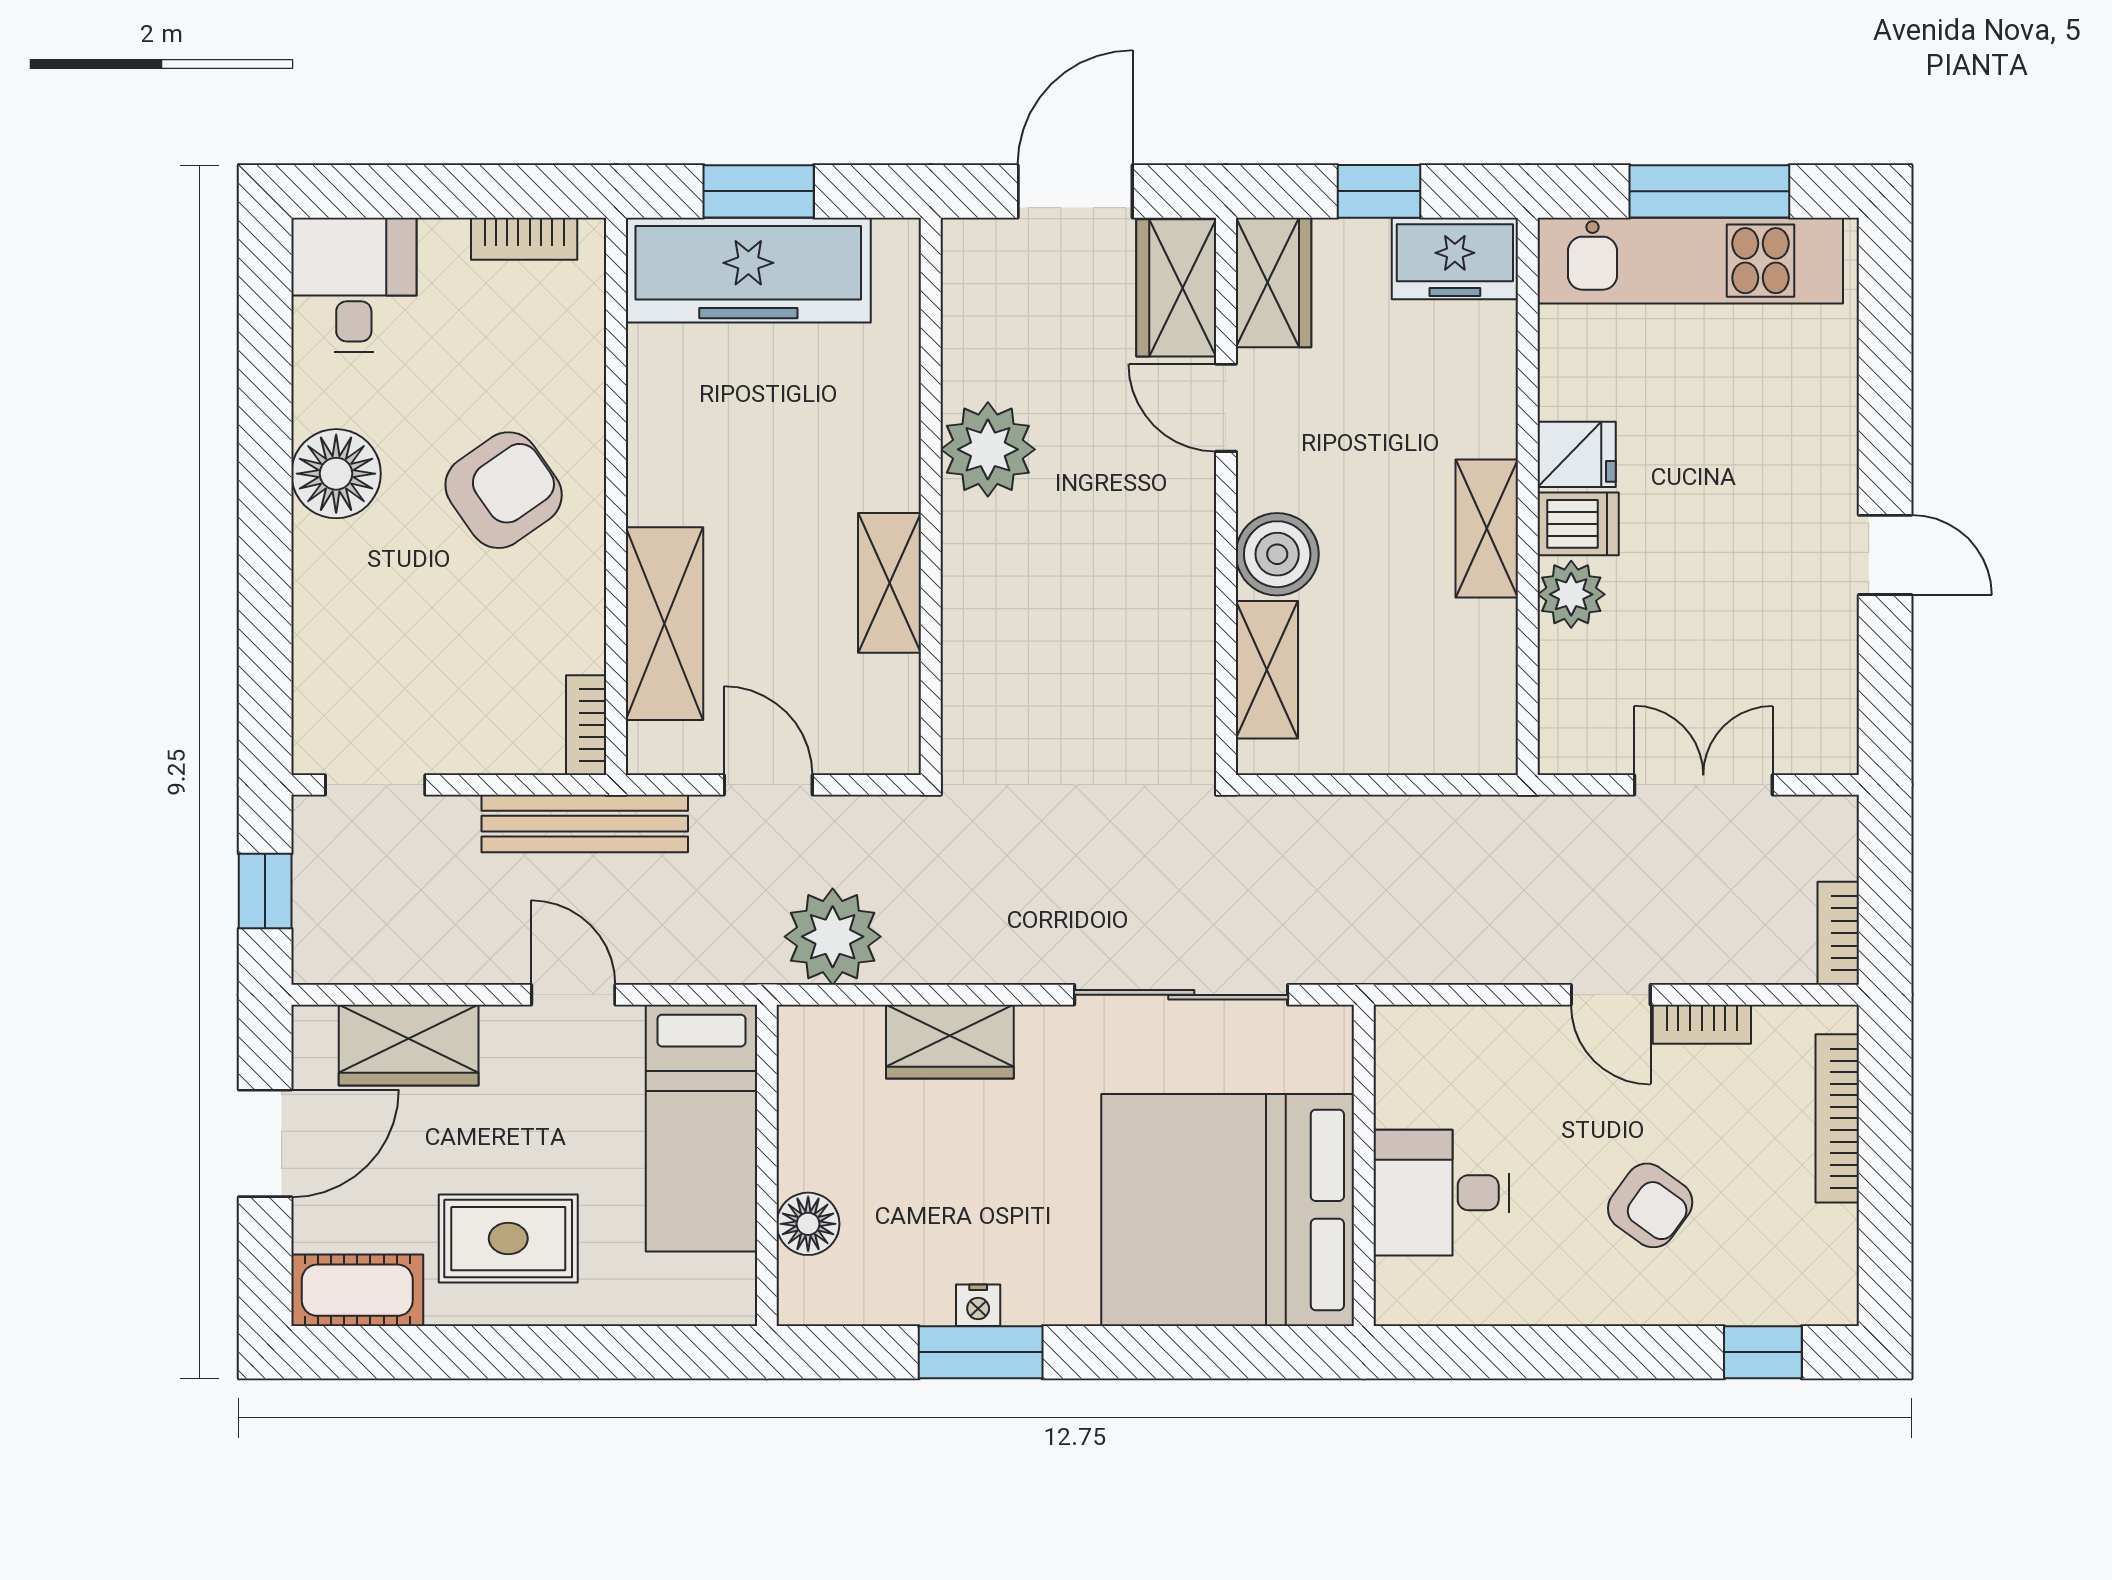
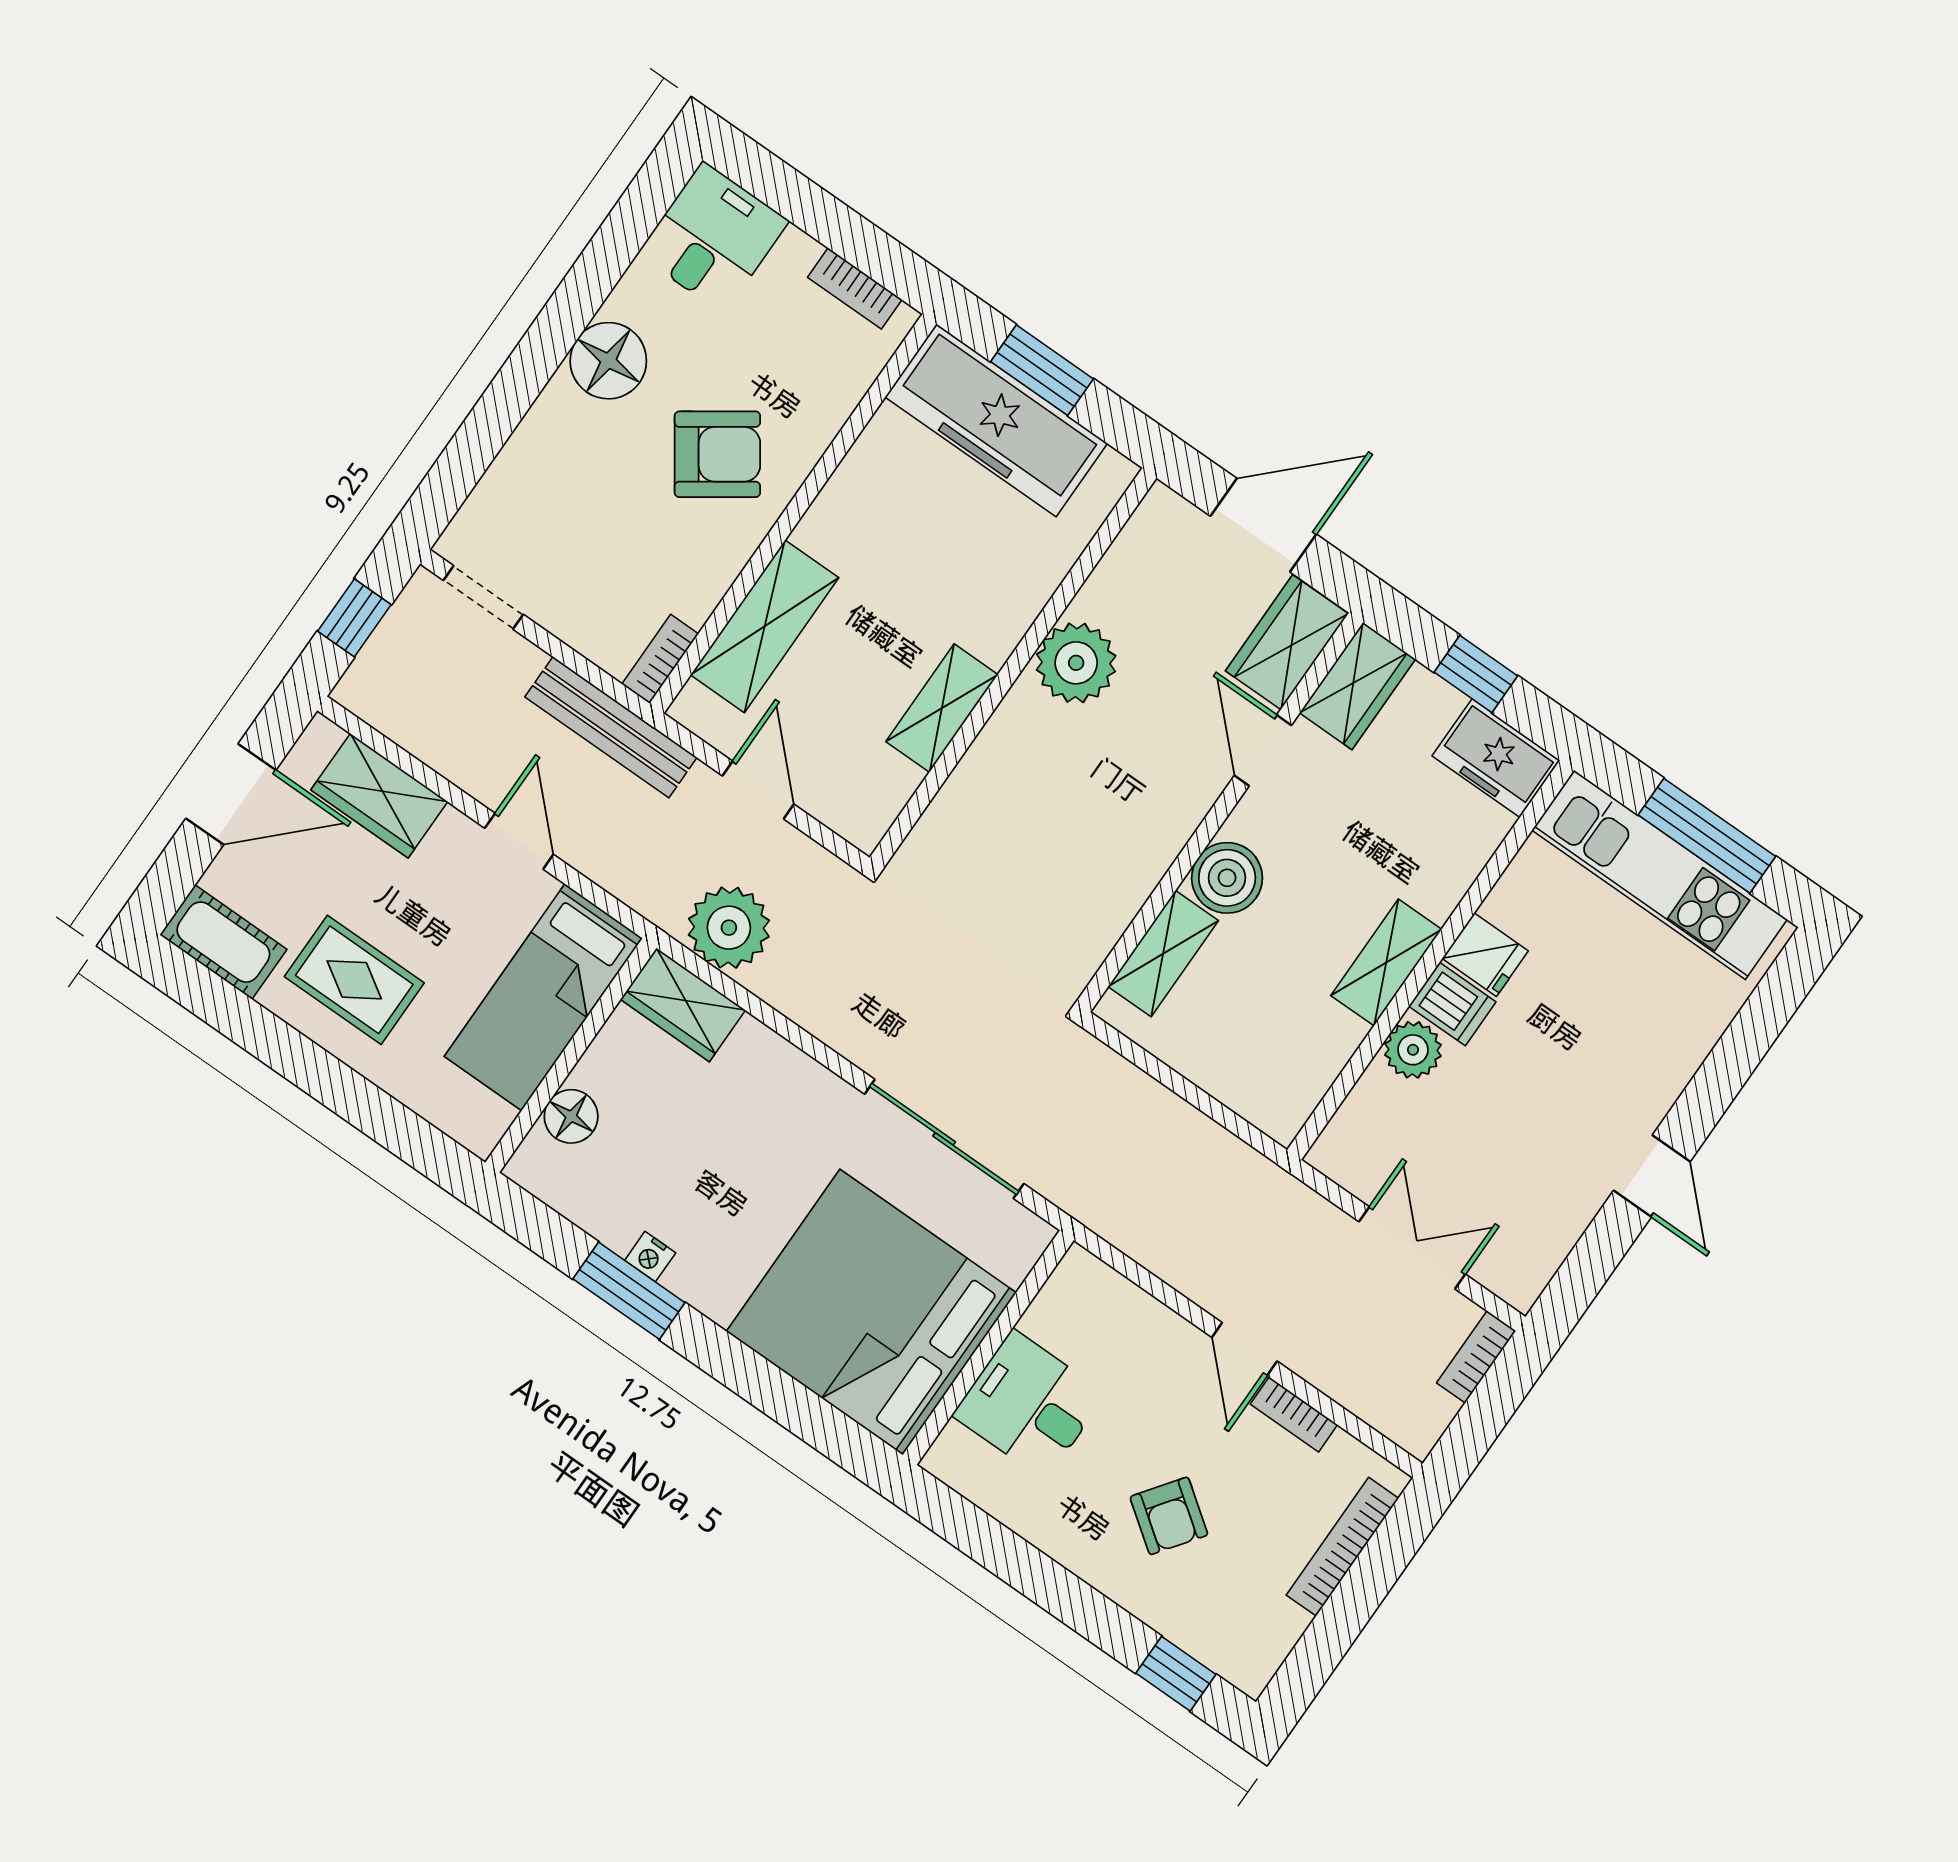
bookcase: (1838, 933) -> (1476, 1357), moved
wardrobe: (950, 1042) -> (683, 1005), moved

